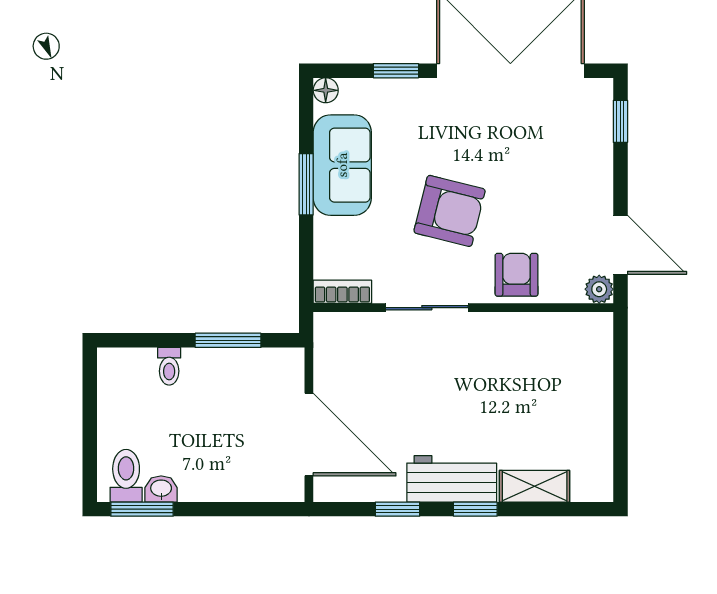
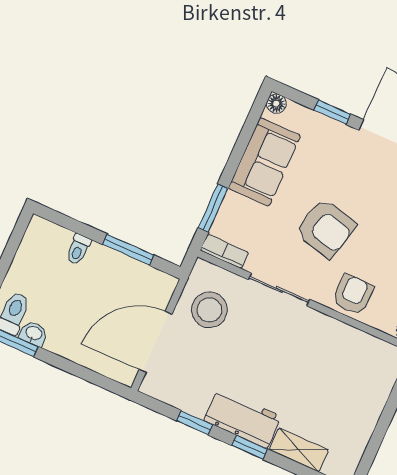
window: (306, 184) -> (213, 208), moved
stool: (356, 368) -> (209, 310), added
door: (309, 435) -> (156, 342), swing flipped

